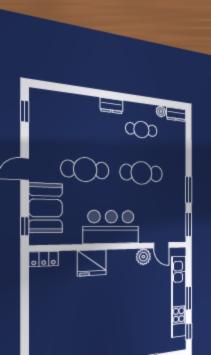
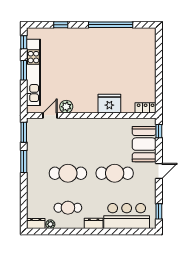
bar counter: (111, 227) -> (127, 216), moved, turned 180
door: (161, 245) -> (50, 115), hinge flipped

